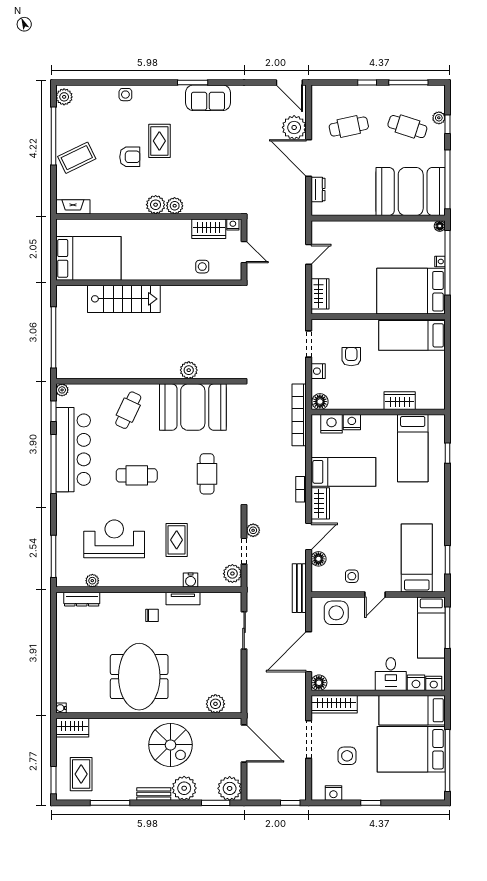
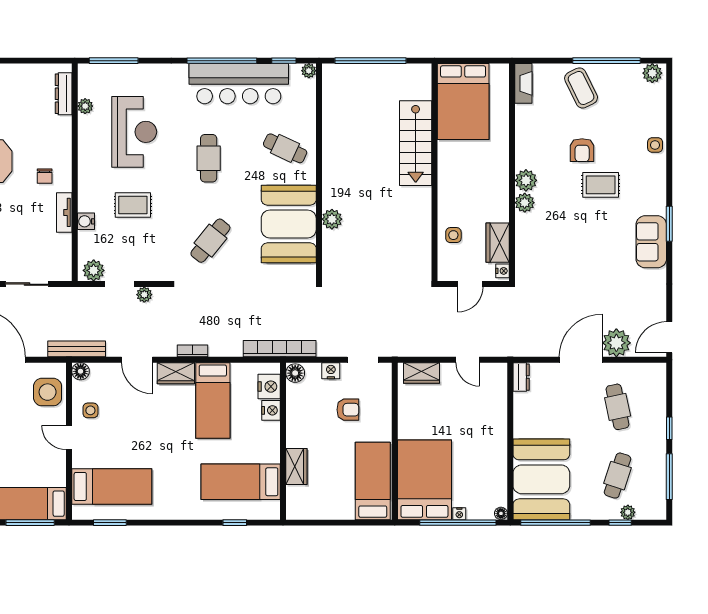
dresser: (318, 189) -> (521, 377), moved, turned -90
cafe table: (207, 474) -> (210, 241), turned -51
floor lamp: (318, 559) -> (81, 371), moved

